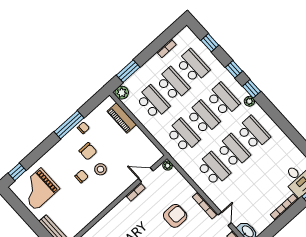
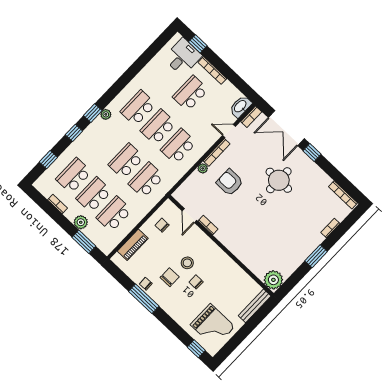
plant: (122, 93) -> (81, 222), moved
school desk: (223, 99) -> (190, 93), moved
chair: (139, 148) -> (162, 225), added
plant: (168, 166) -> (203, 168), moved

